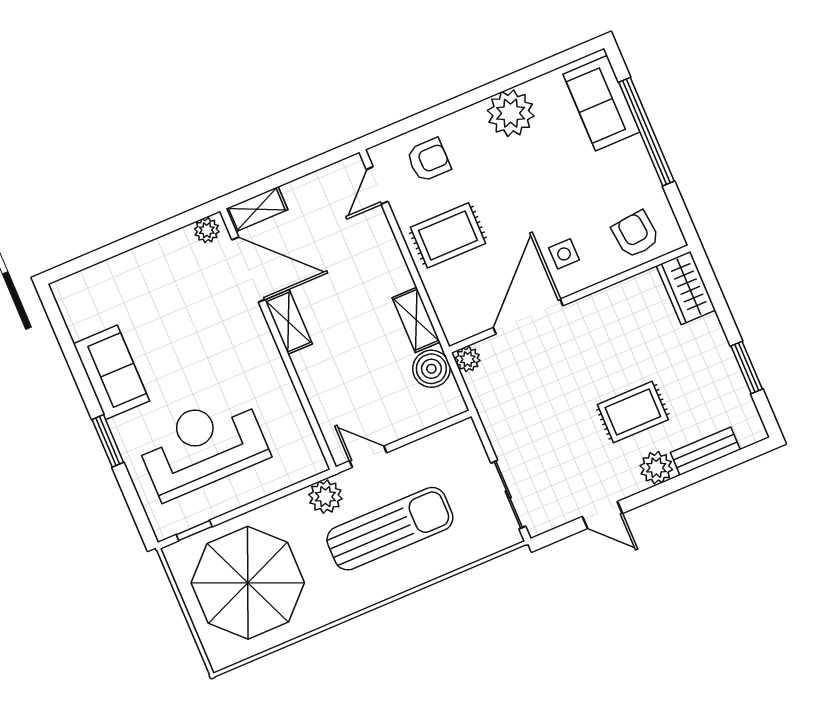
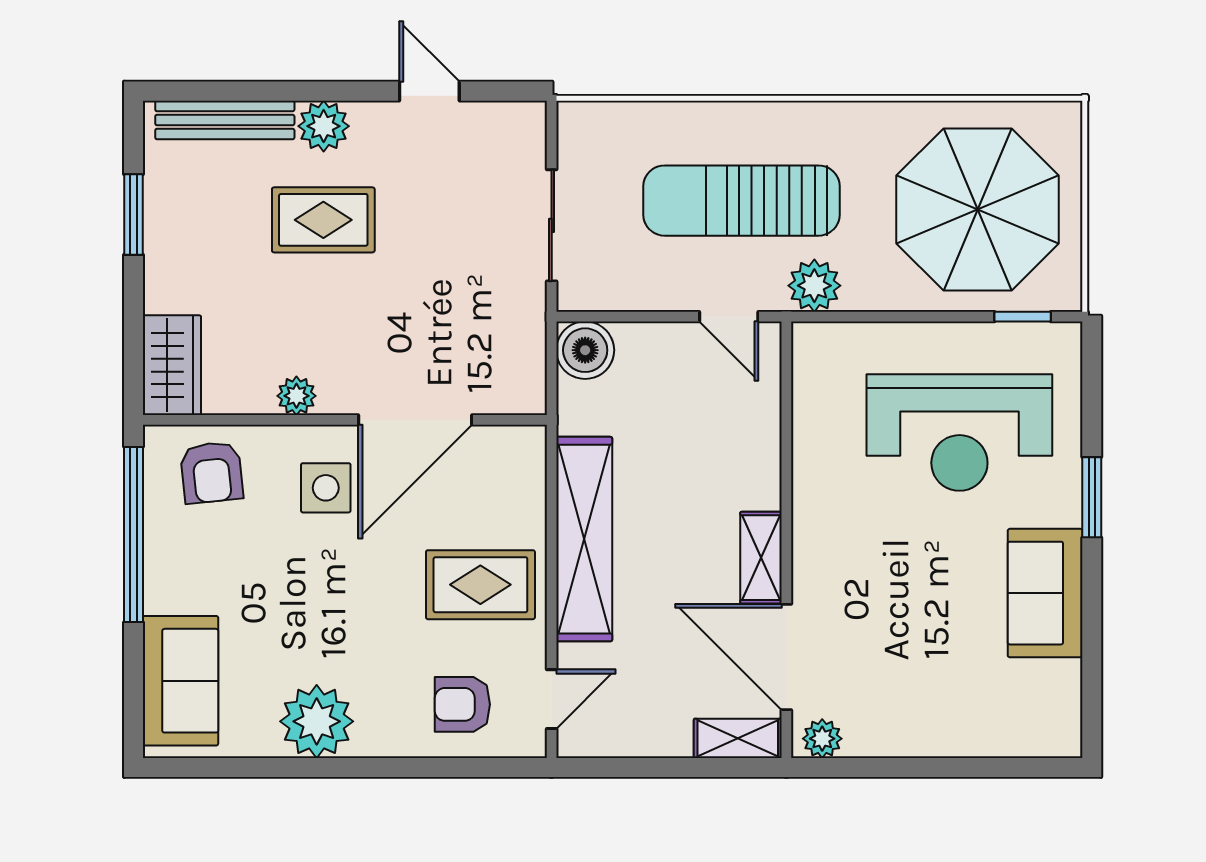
window: (647, 132) -> (134, 535), moved
side table: (564, 254) -> (326, 488), width x1.37, depth x1.37
shelving: (416, 320) -> (584, 539), width x2.20, depth x1.33
plant: (468, 359) -> (296, 396), moved
boiler: (431, 369) -> (585, 350), moved
bench: (705, 451) -> (225, 120), width x1.36
sliding door: (508, 495) -> (552, 225), moved

